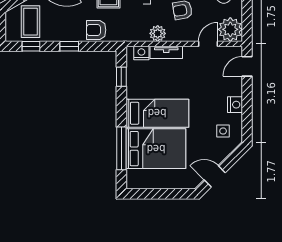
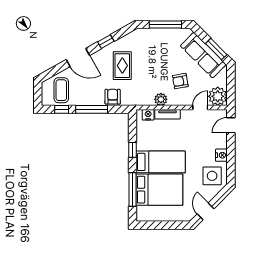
armchair: (96, 30) -> (113, 97), turned 90
window: (69, 46) -> (92, 109), width x2.17
window: (121, 77) -> (132, 150), moved
side table: (223, 131) -> (212, 176), width x1.87, depth x1.87
door: (215, 176) -> (206, 211), hinge flipped

